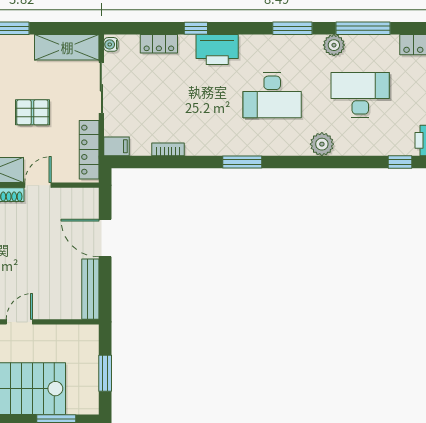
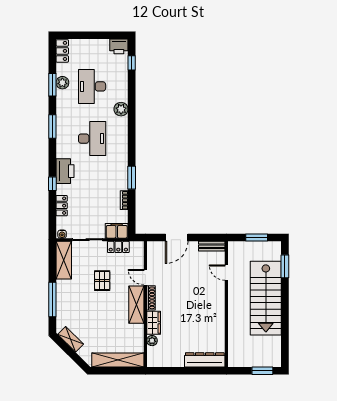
window: (363, 28) -> (52, 85), width x0.69
plant: (334, 45) -> (62, 83), moved
filing cabinet: (116, 146) -> (117, 231), width x2.00
locker: (89, 150) -> (118, 247), width x0.66
window: (242, 162) -> (132, 178), moved
bench: (90, 289) -> (212, 246), width x0.73
door: (19, 322) -> (226, 273), moved

